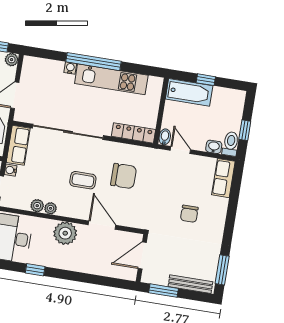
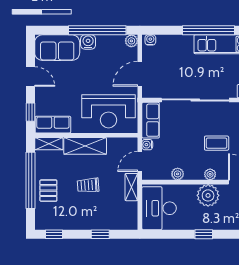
water cooler: (70, 68) -> (150, 40), moved
plant: (51, 208) -> (210, 174), moved
window: (35, 270) -> (204, 234), moved

